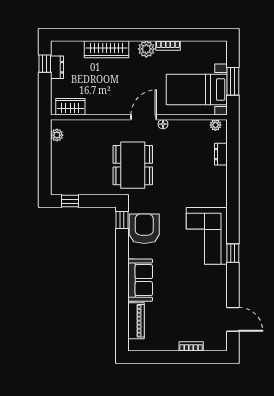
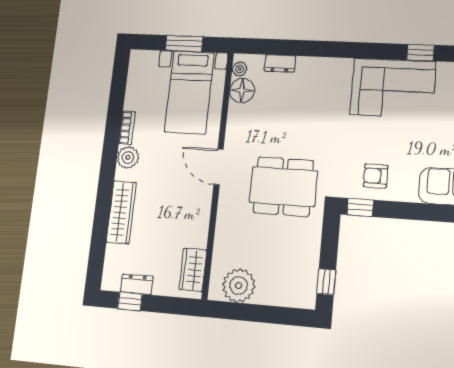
floor lamp: (163, 124) -> (242, 91), moved, width x1.89, depth x1.89
plant: (57, 135) -> (239, 286), width x1.88, depth x1.88
armchair: (144, 229) -> (375, 176), width x0.53, depth x0.53

